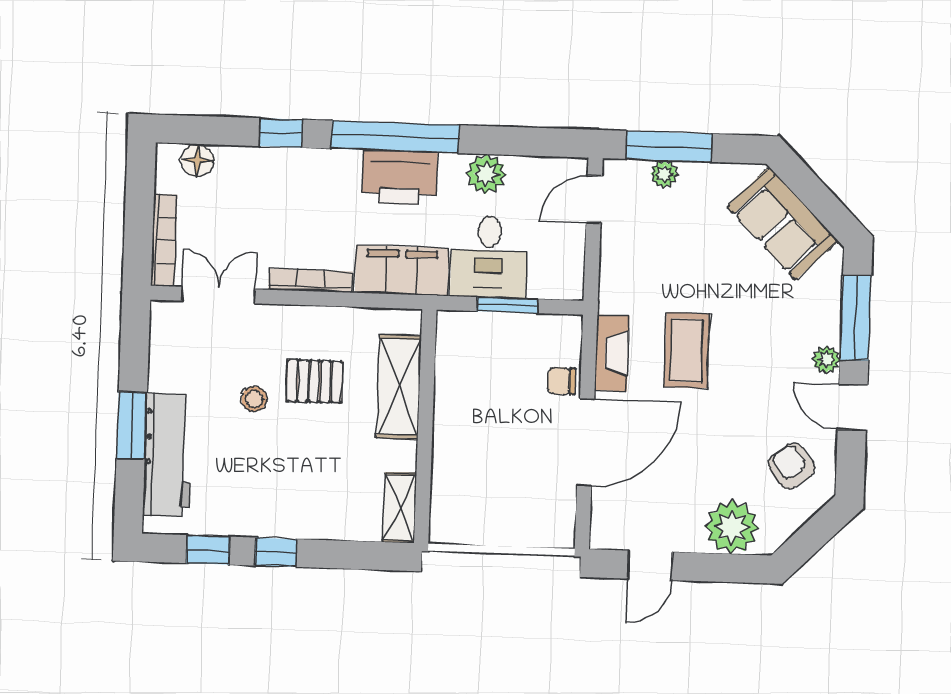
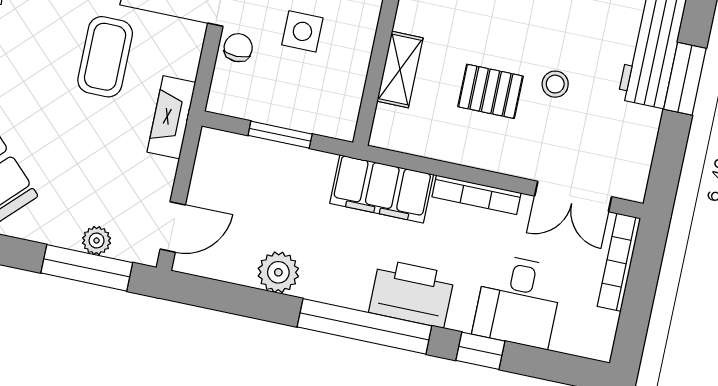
floor lamp: (197, 160) -> (571, 338), removed
printer: (399, 178) -> (412, 293), moved
desk: (489, 257) -> (518, 301), moved, turned 180
fireplace: (612, 353) -> (171, 117), moved
chair: (562, 381) -> (238, 48), turned -90
shelving: (399, 387) -> (400, 70), width x0.67, depth x0.75
side table: (503, 407) -> (302, 31), added

